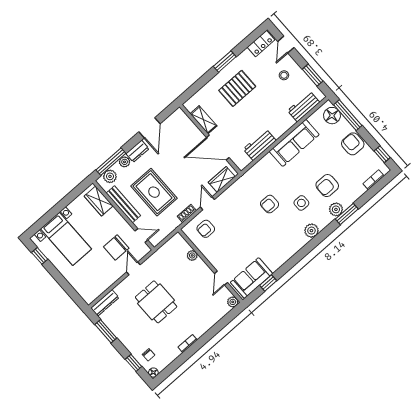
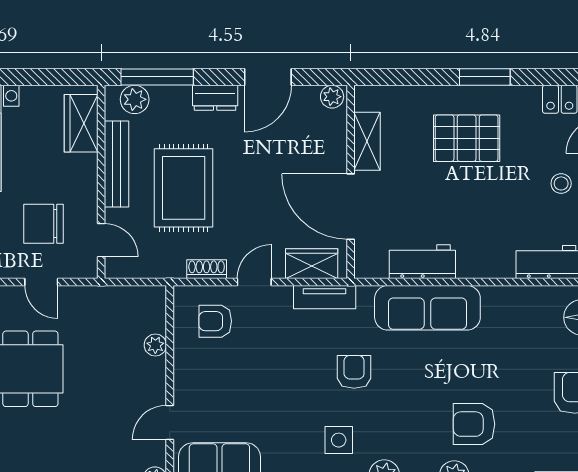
sofa: (294, 143) -> (427, 308), moved
plant: (125, 162) -> (332, 97), moved
tv unit: (236, 187) -> (325, 297), added
side table: (301, 203) -> (339, 440), moved
armchair: (270, 204) -> (354, 372), turned 90
door: (133, 268) -> (41, 282), swing flipped

